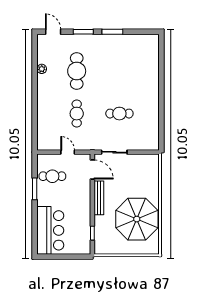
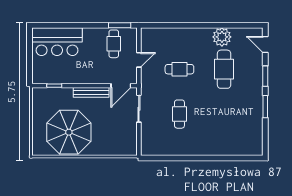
door: (53, 32) -> (265, 44), swing flipped
plant: (42, 69) -> (222, 37), width x1.87, depth x1.87
cafe table: (77, 71) -> (224, 69), turned 90
window: (35, 189) -> (120, 25), moved

